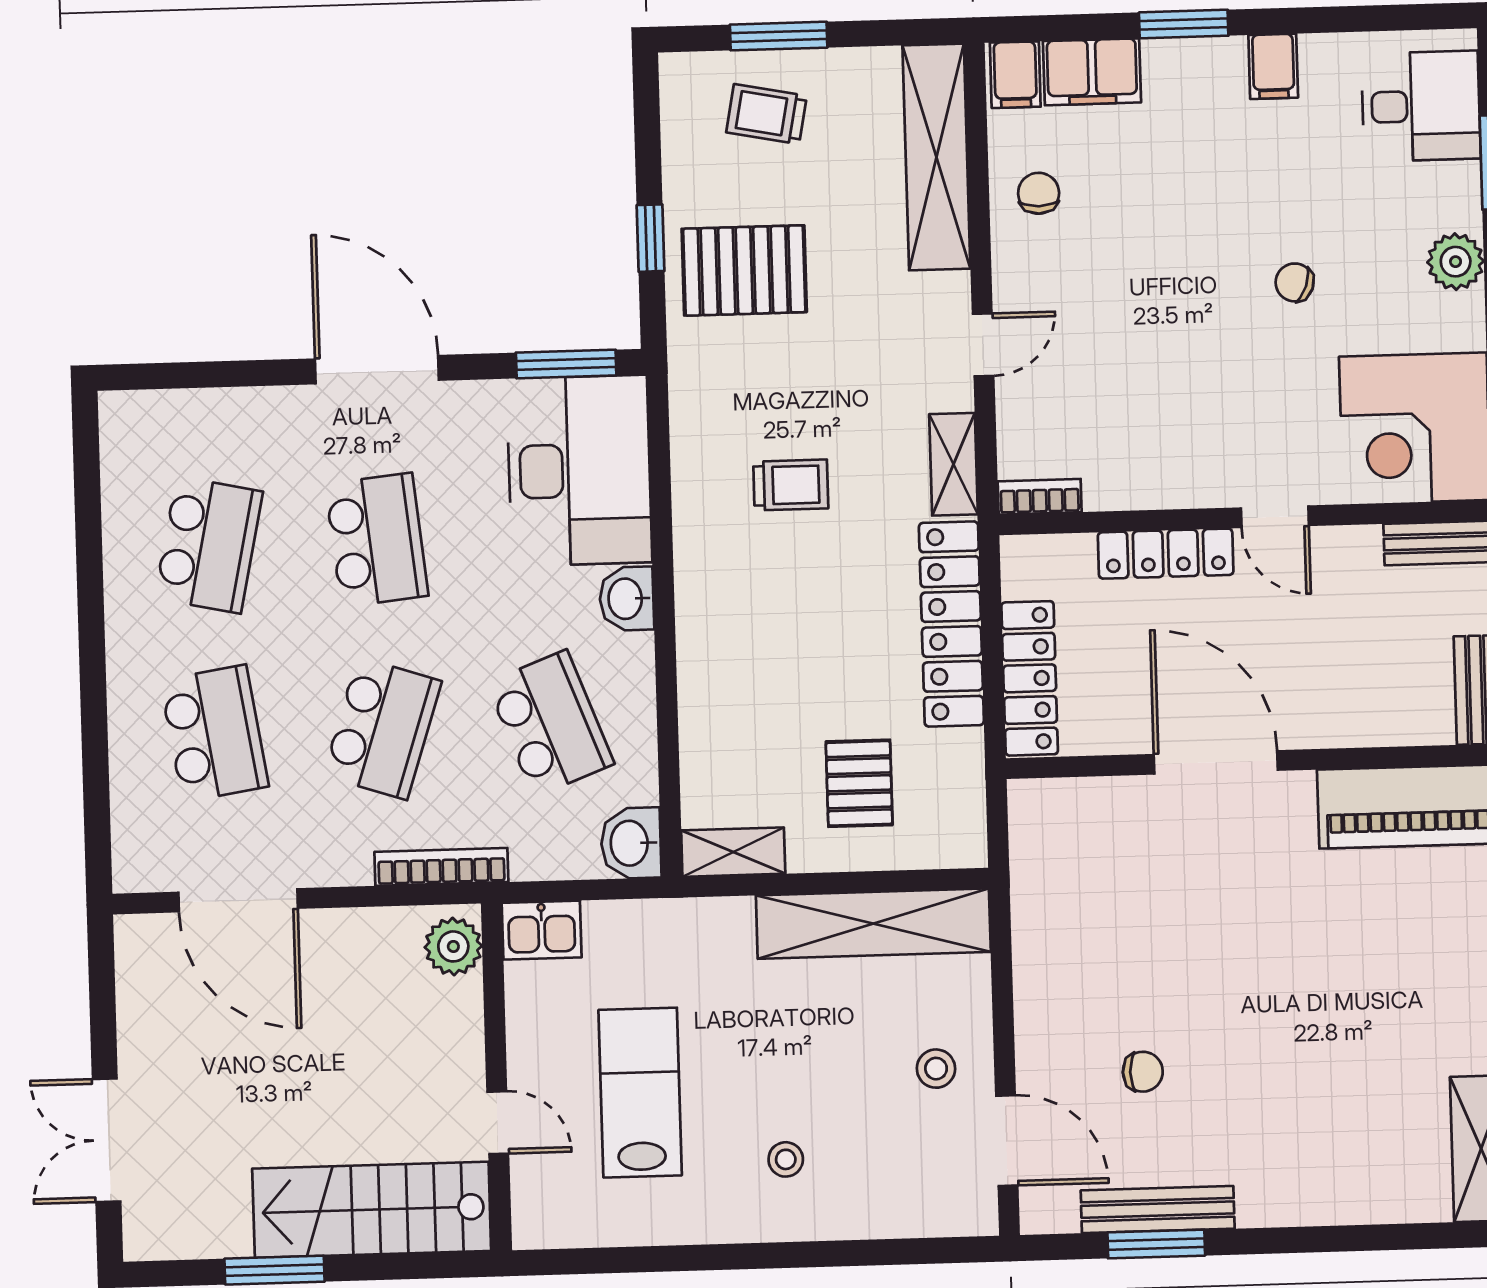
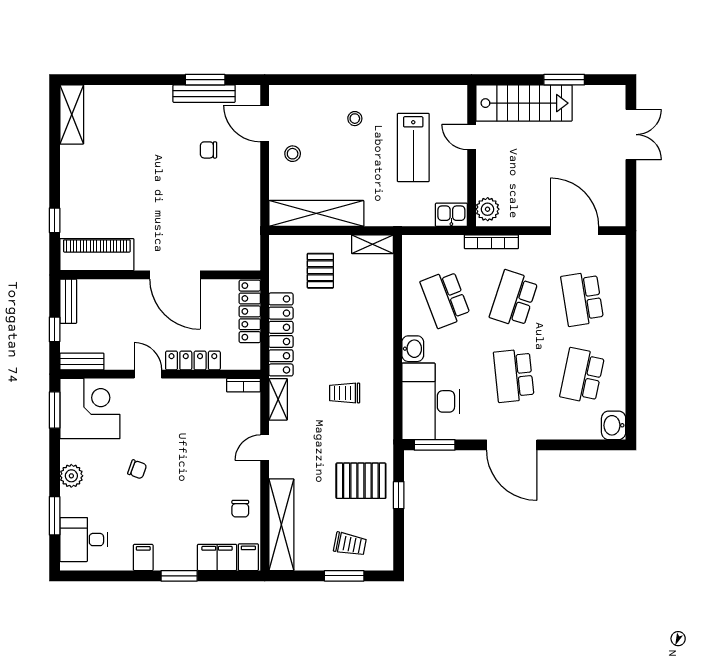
washbasin: (631, 843) -> (614, 425), moved, turned 180

